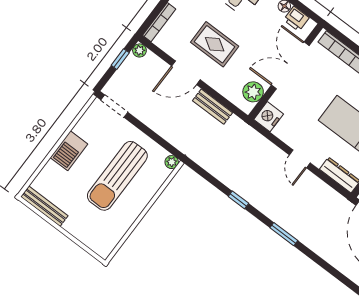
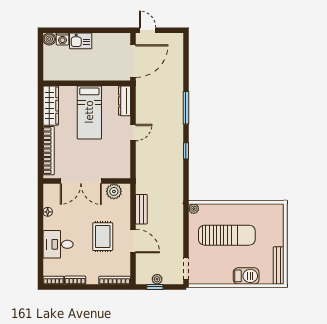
printer: (296, 19) -> (50, 199), removed
plant: (139, 50) -> (157, 279), moved
nightstand: (269, 117) -> (122, 171), removed
barbecue: (69, 151) -> (246, 276), moved
window: (284, 234) -> (186, 108), width x1.44

